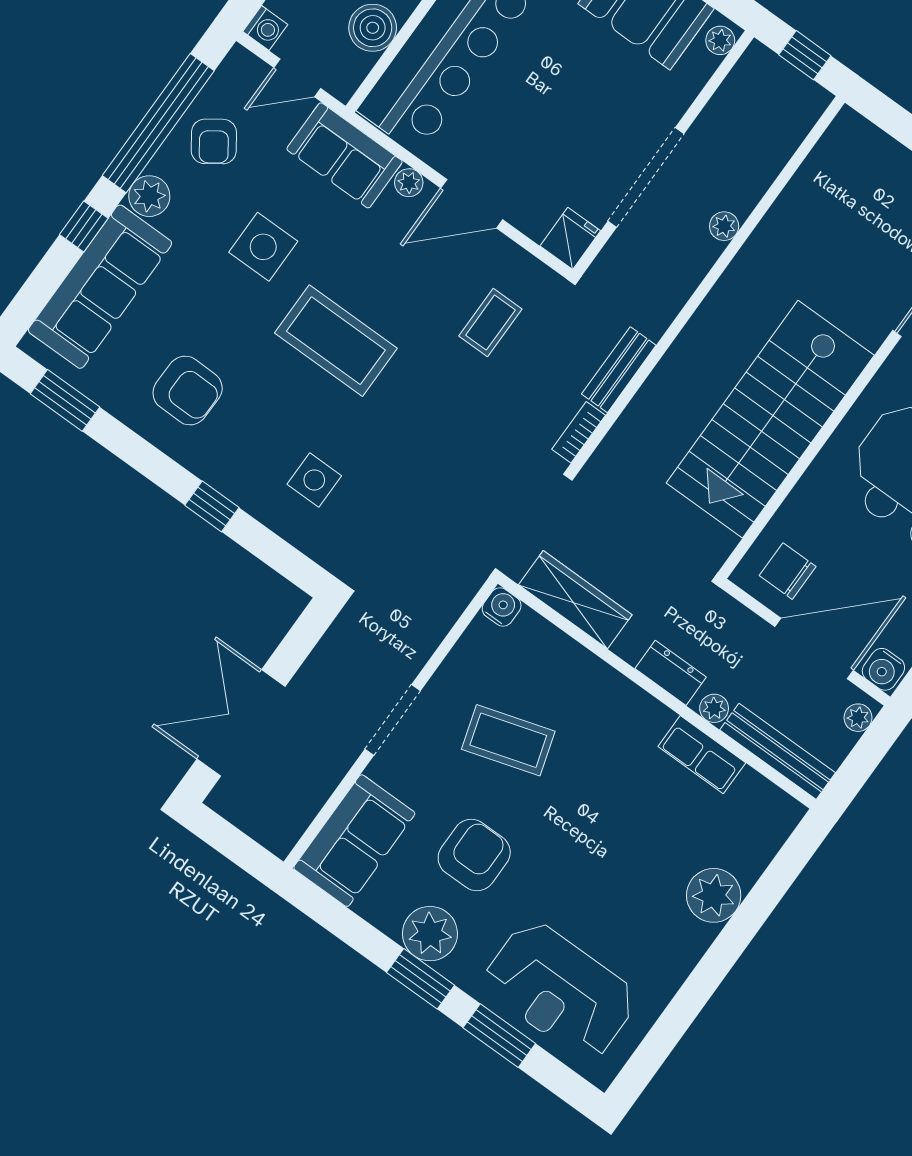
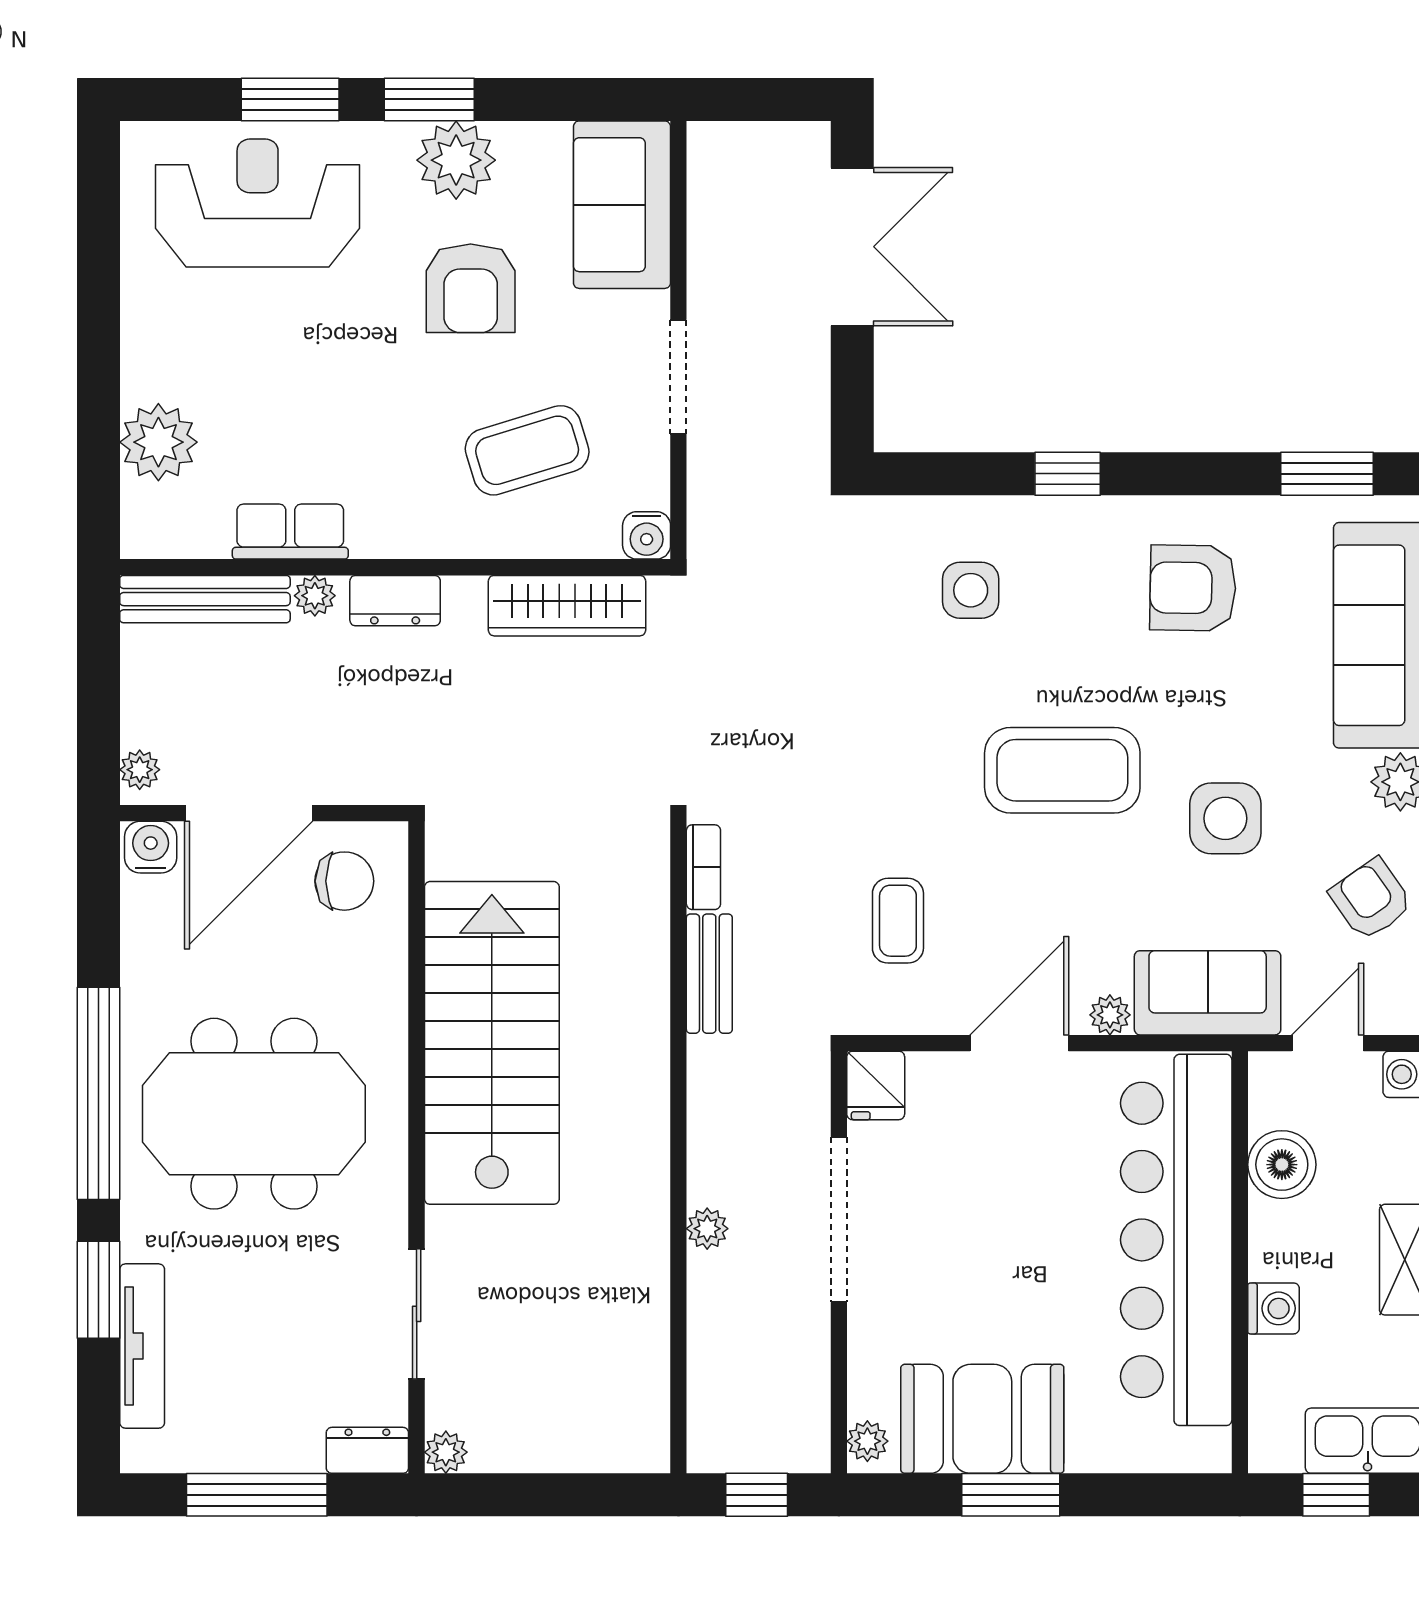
wardrobe: (575, 600) -> (567, 606), moved
water cooler: (502, 607) -> (647, 535), moved
dresser: (671, 673) -> (395, 601), moved
wall: (657, 692) -> (395, 567), moved
plant: (714, 708) -> (315, 596), moved
bench: (778, 751) -> (205, 599), moved
row of seats: (702, 755) -> (290, 532), moved

